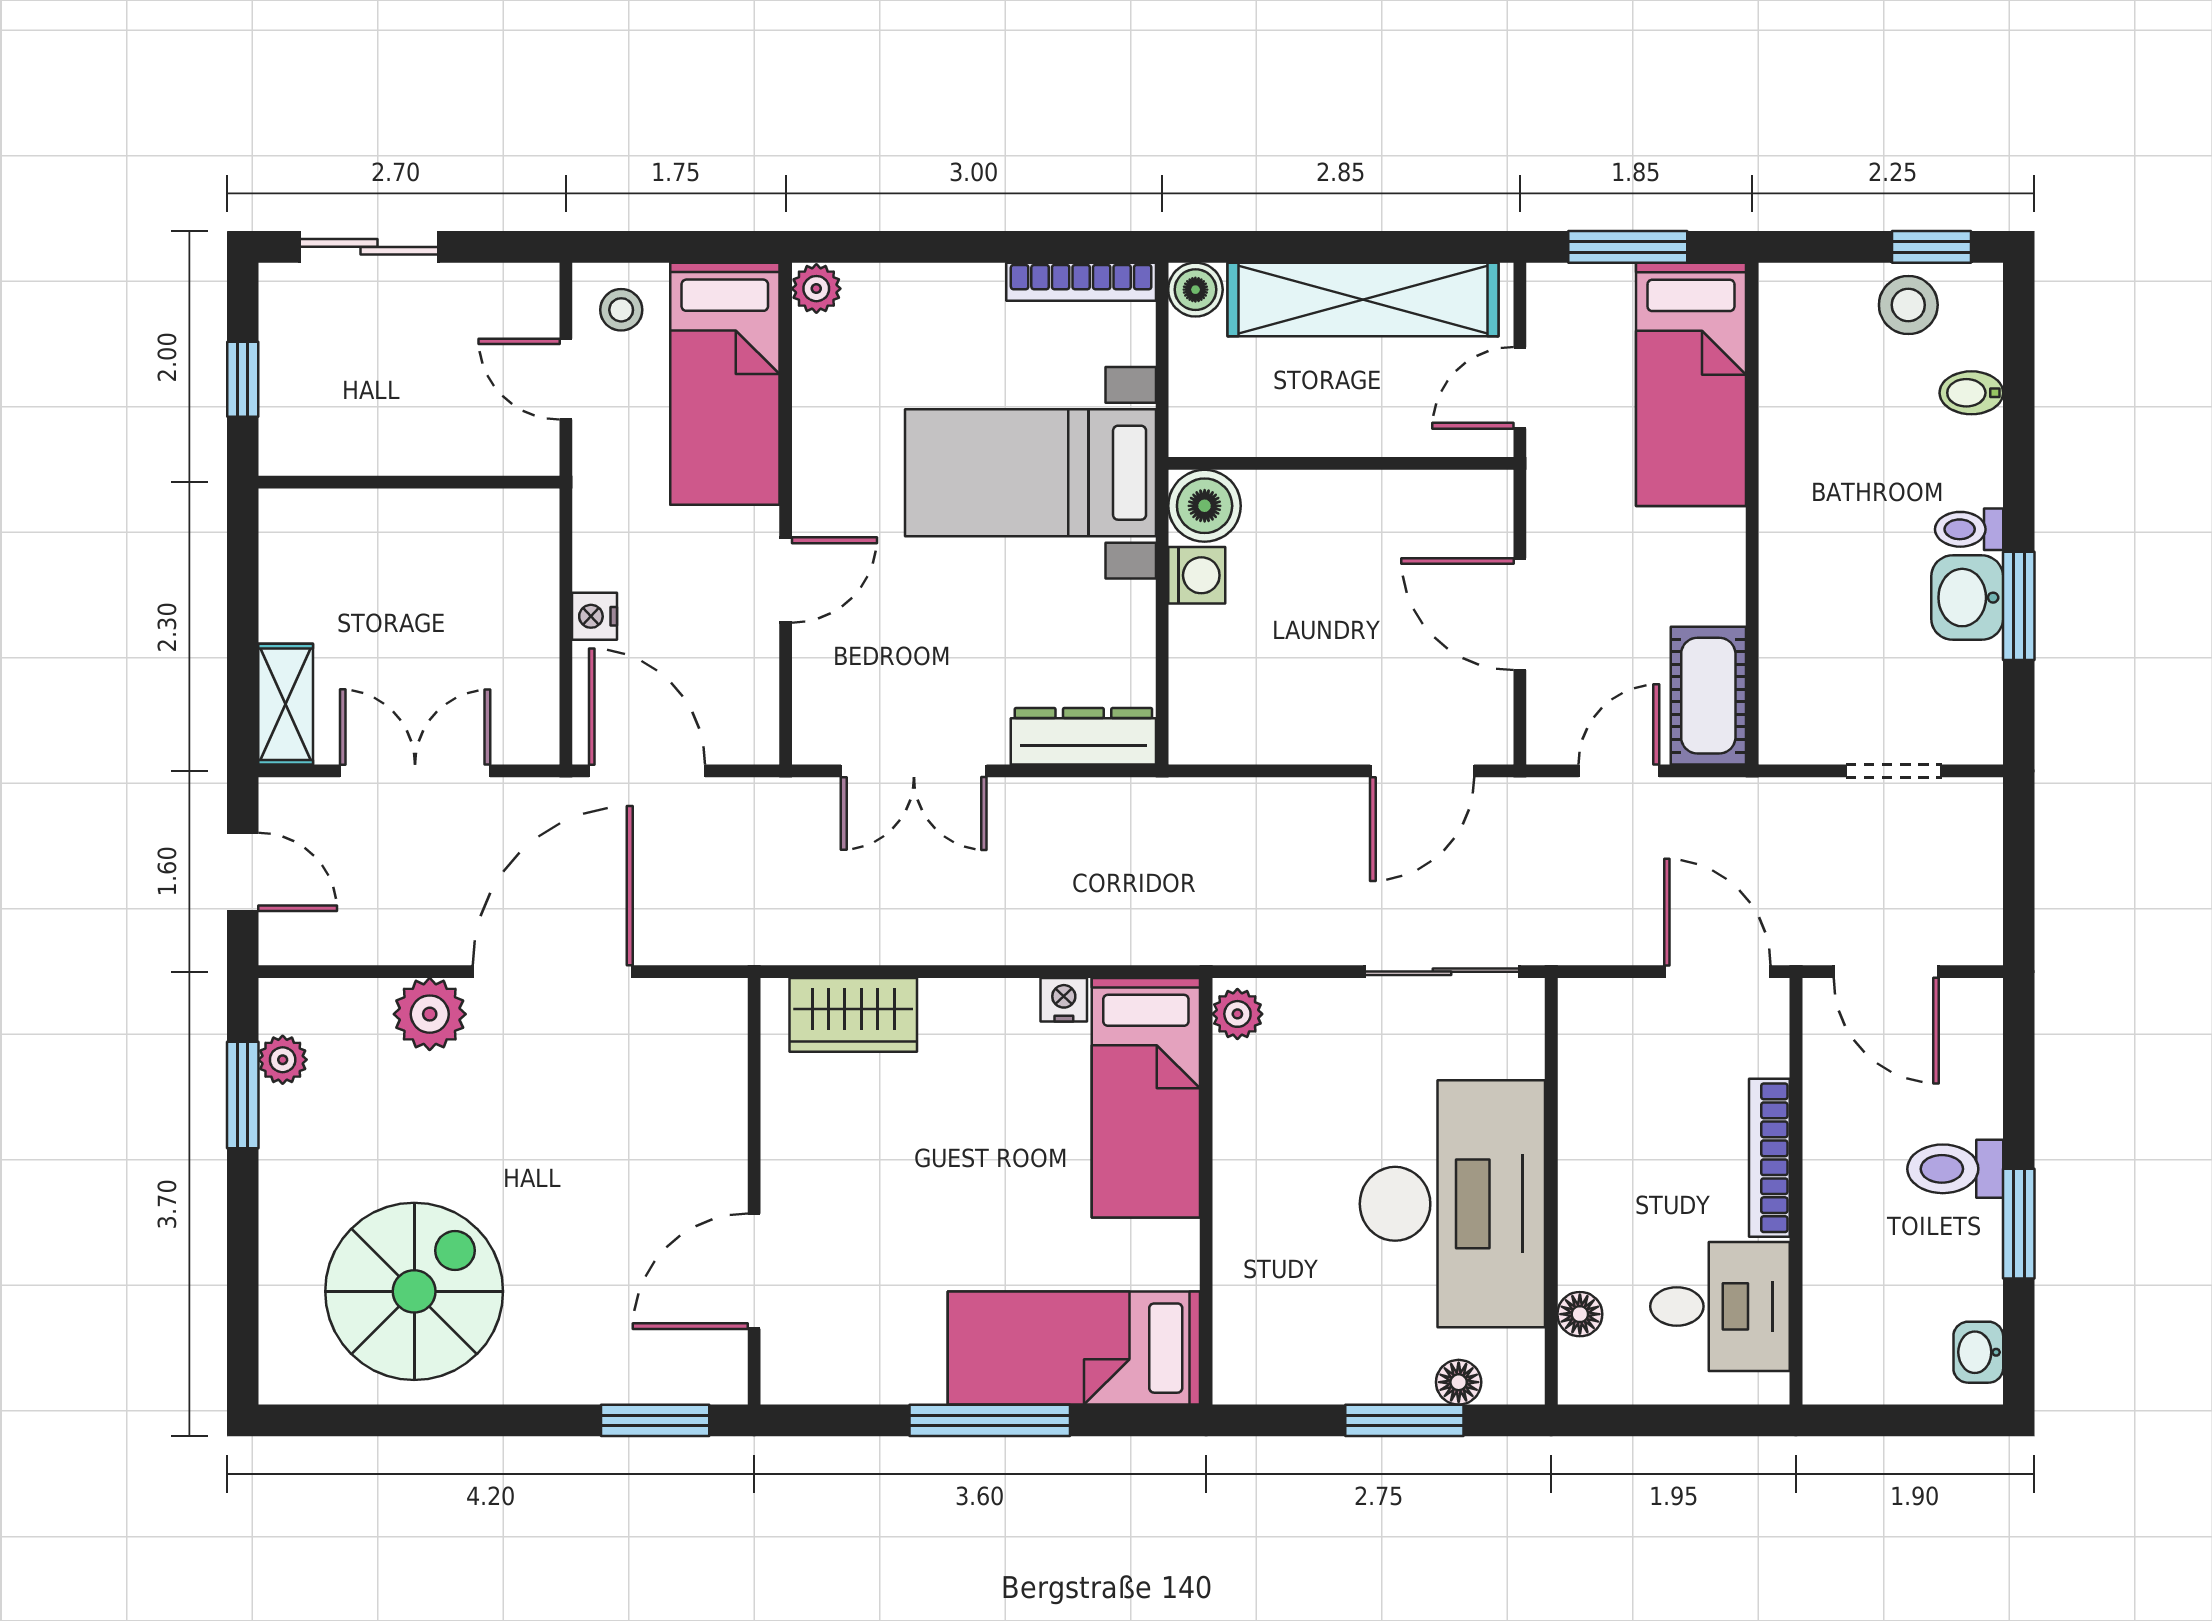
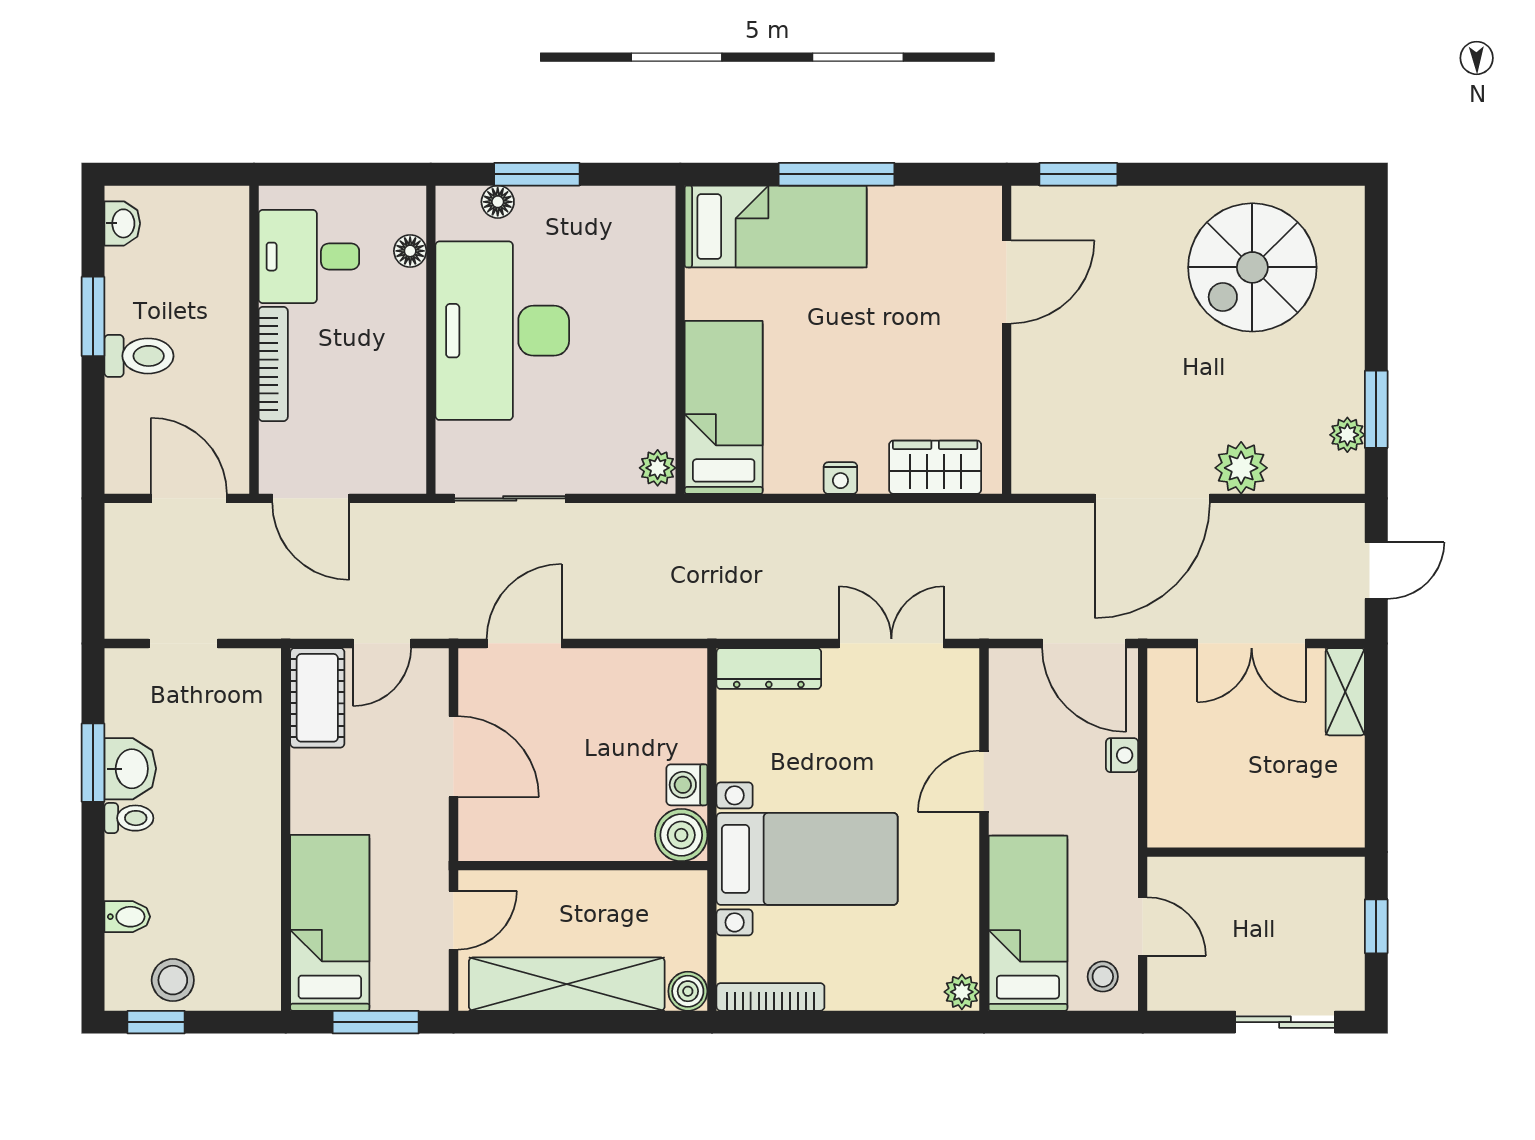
door: (243, 872) -> (1376, 571), swing flipped
nightstand: (1064, 1000) -> (840, 478), moved

